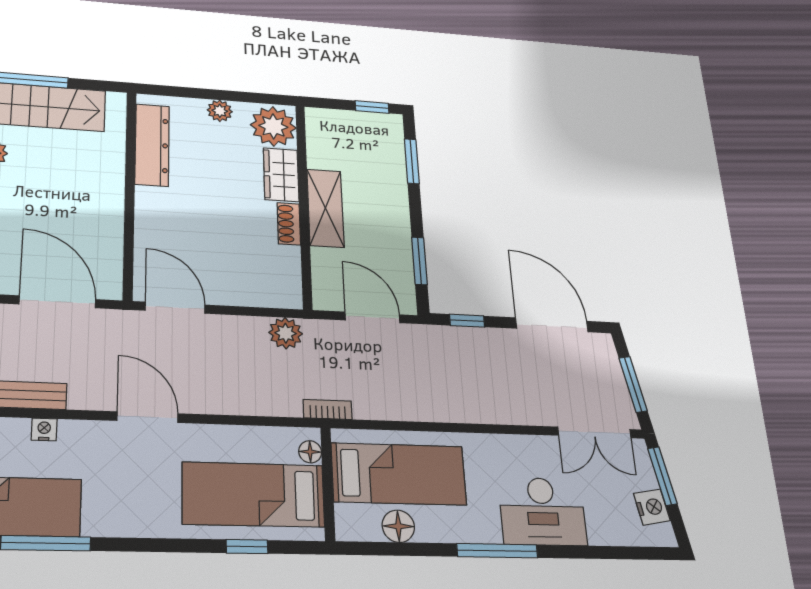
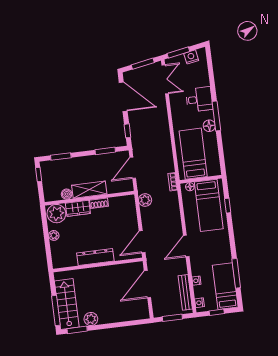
dresser: (152, 145) -> (95, 257), moved
boiler: (319, 157) -> (67, 194), added
door: (552, 325) -> (123, 97), swing flipped
desk: (542, 511) -> (199, 99), width x0.73
floor lamp: (398, 526) -> (209, 126), moved

